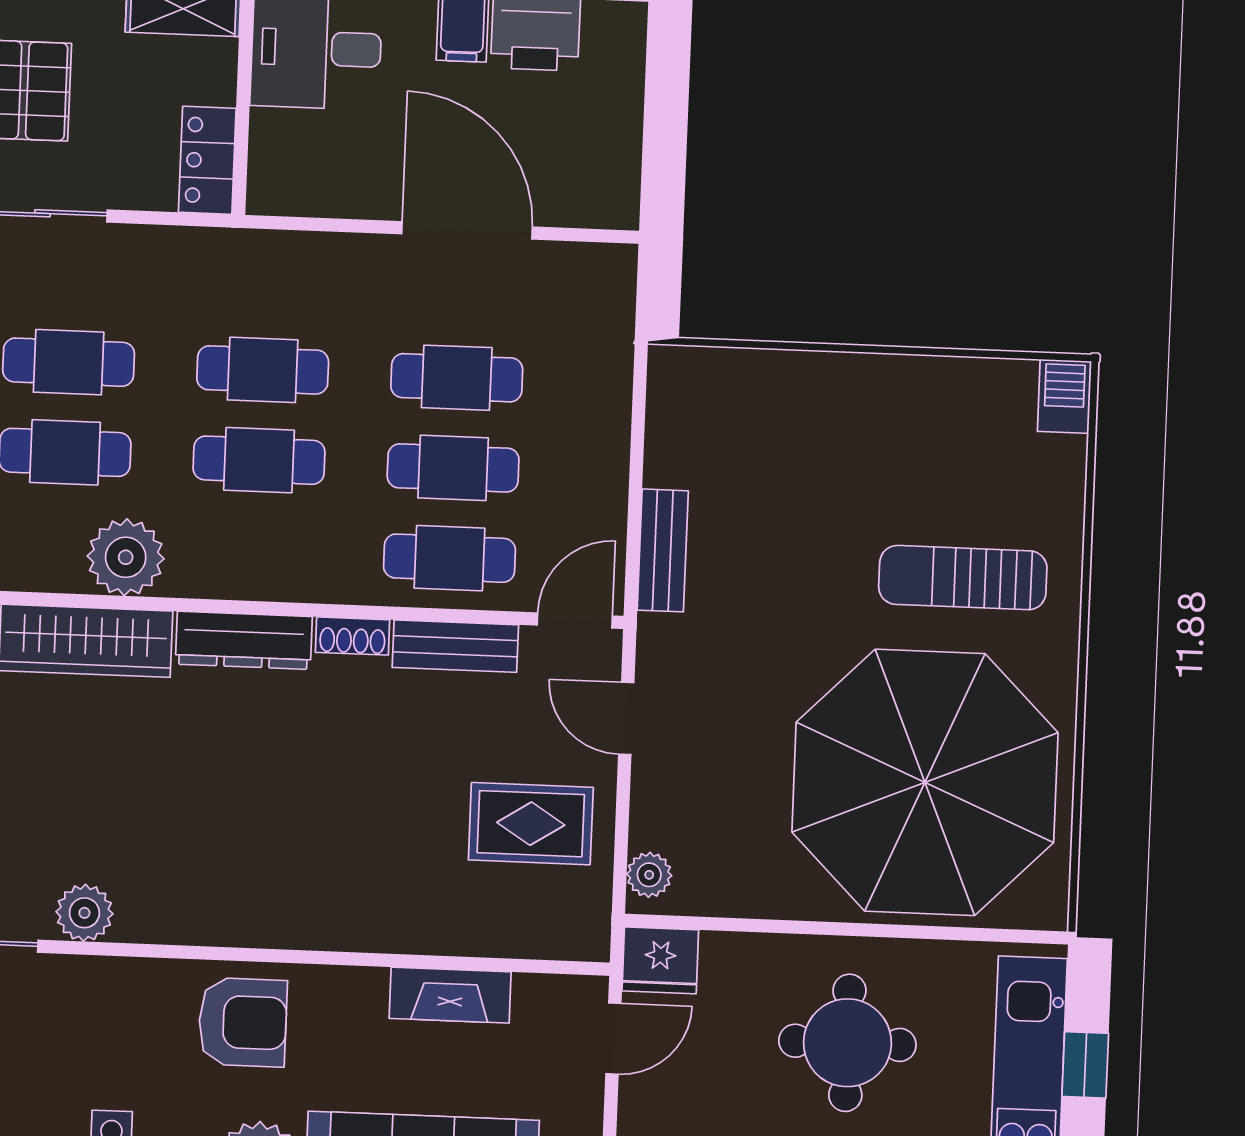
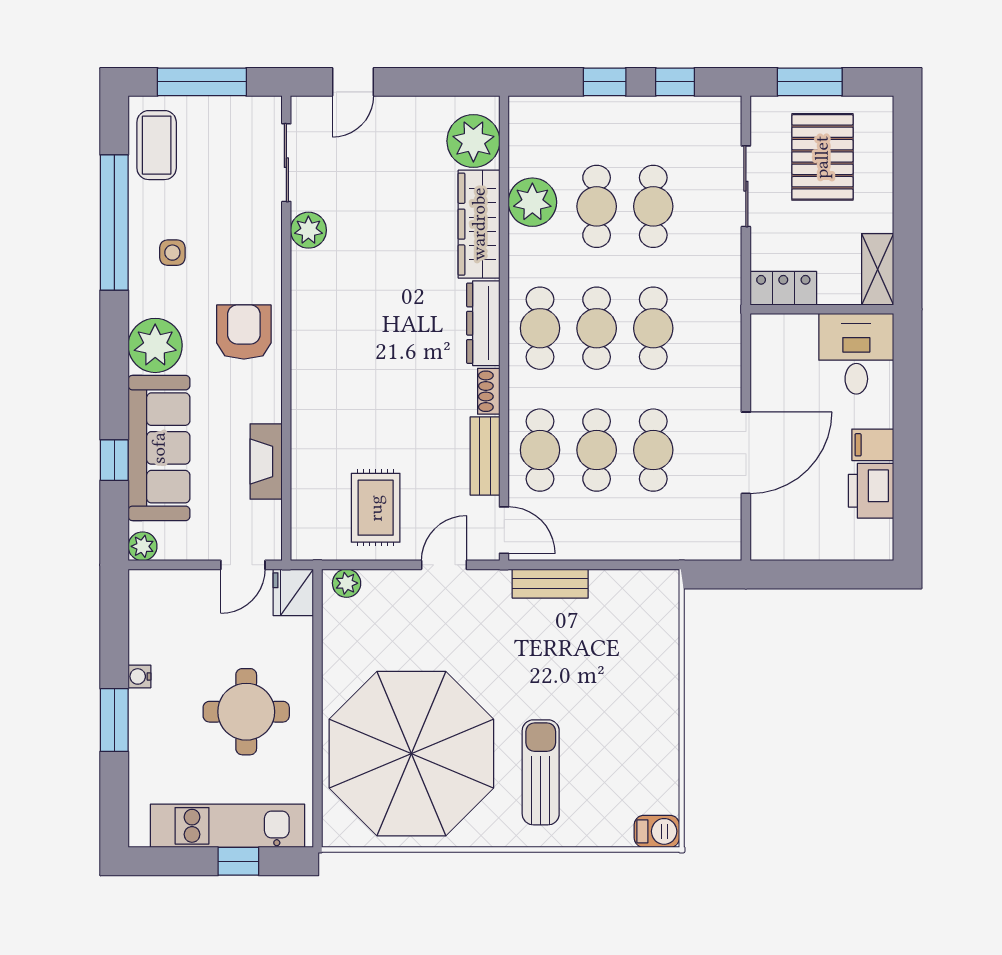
cafe table: (255, 550) -> (540, 328), added
plant: (126, 557) -> (532, 202), moved
armchair: (243, 1022) -> (244, 332), turned 180
door: (613, 1039) -> (243, 565), hinge flipped

